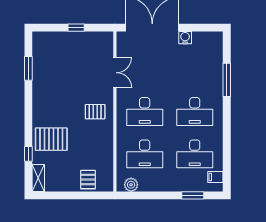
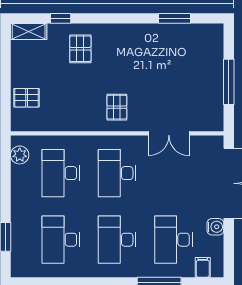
window: (76, 28) -> (229, 82), width x2.17
desk: (195, 69) -> (173, 240), added
pallet: (51, 139) -> (80, 49), width x0.67, depth x0.71
filing cabinet: (215, 177) -> (203, 267), moved

